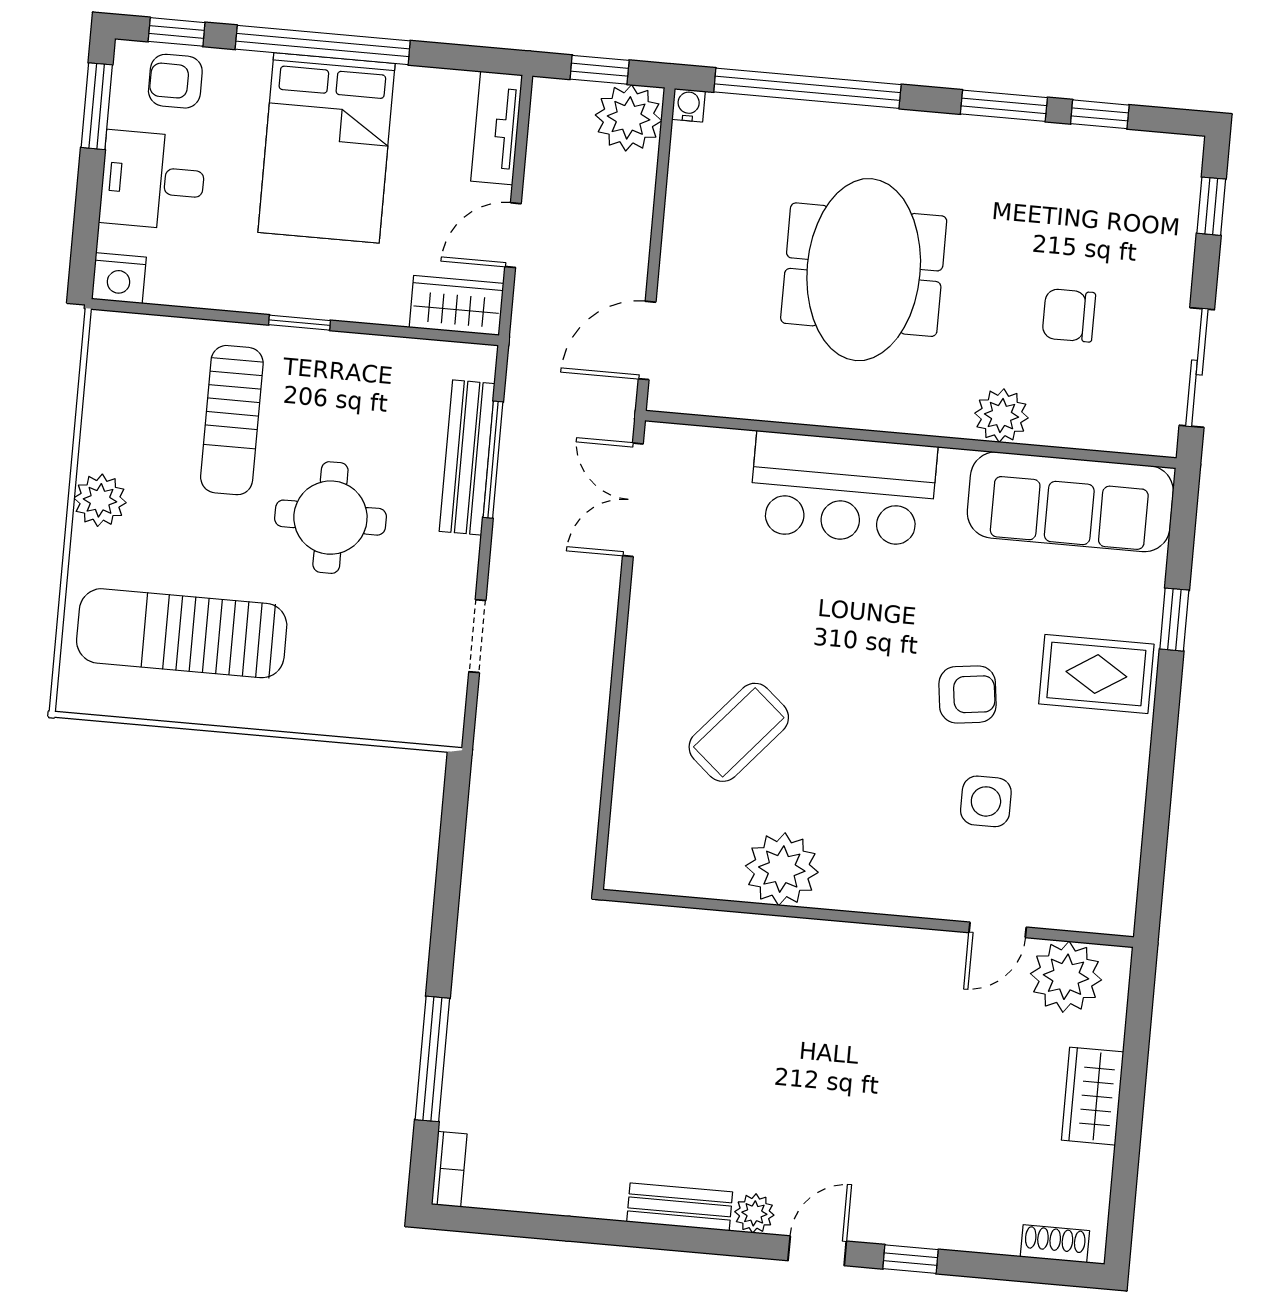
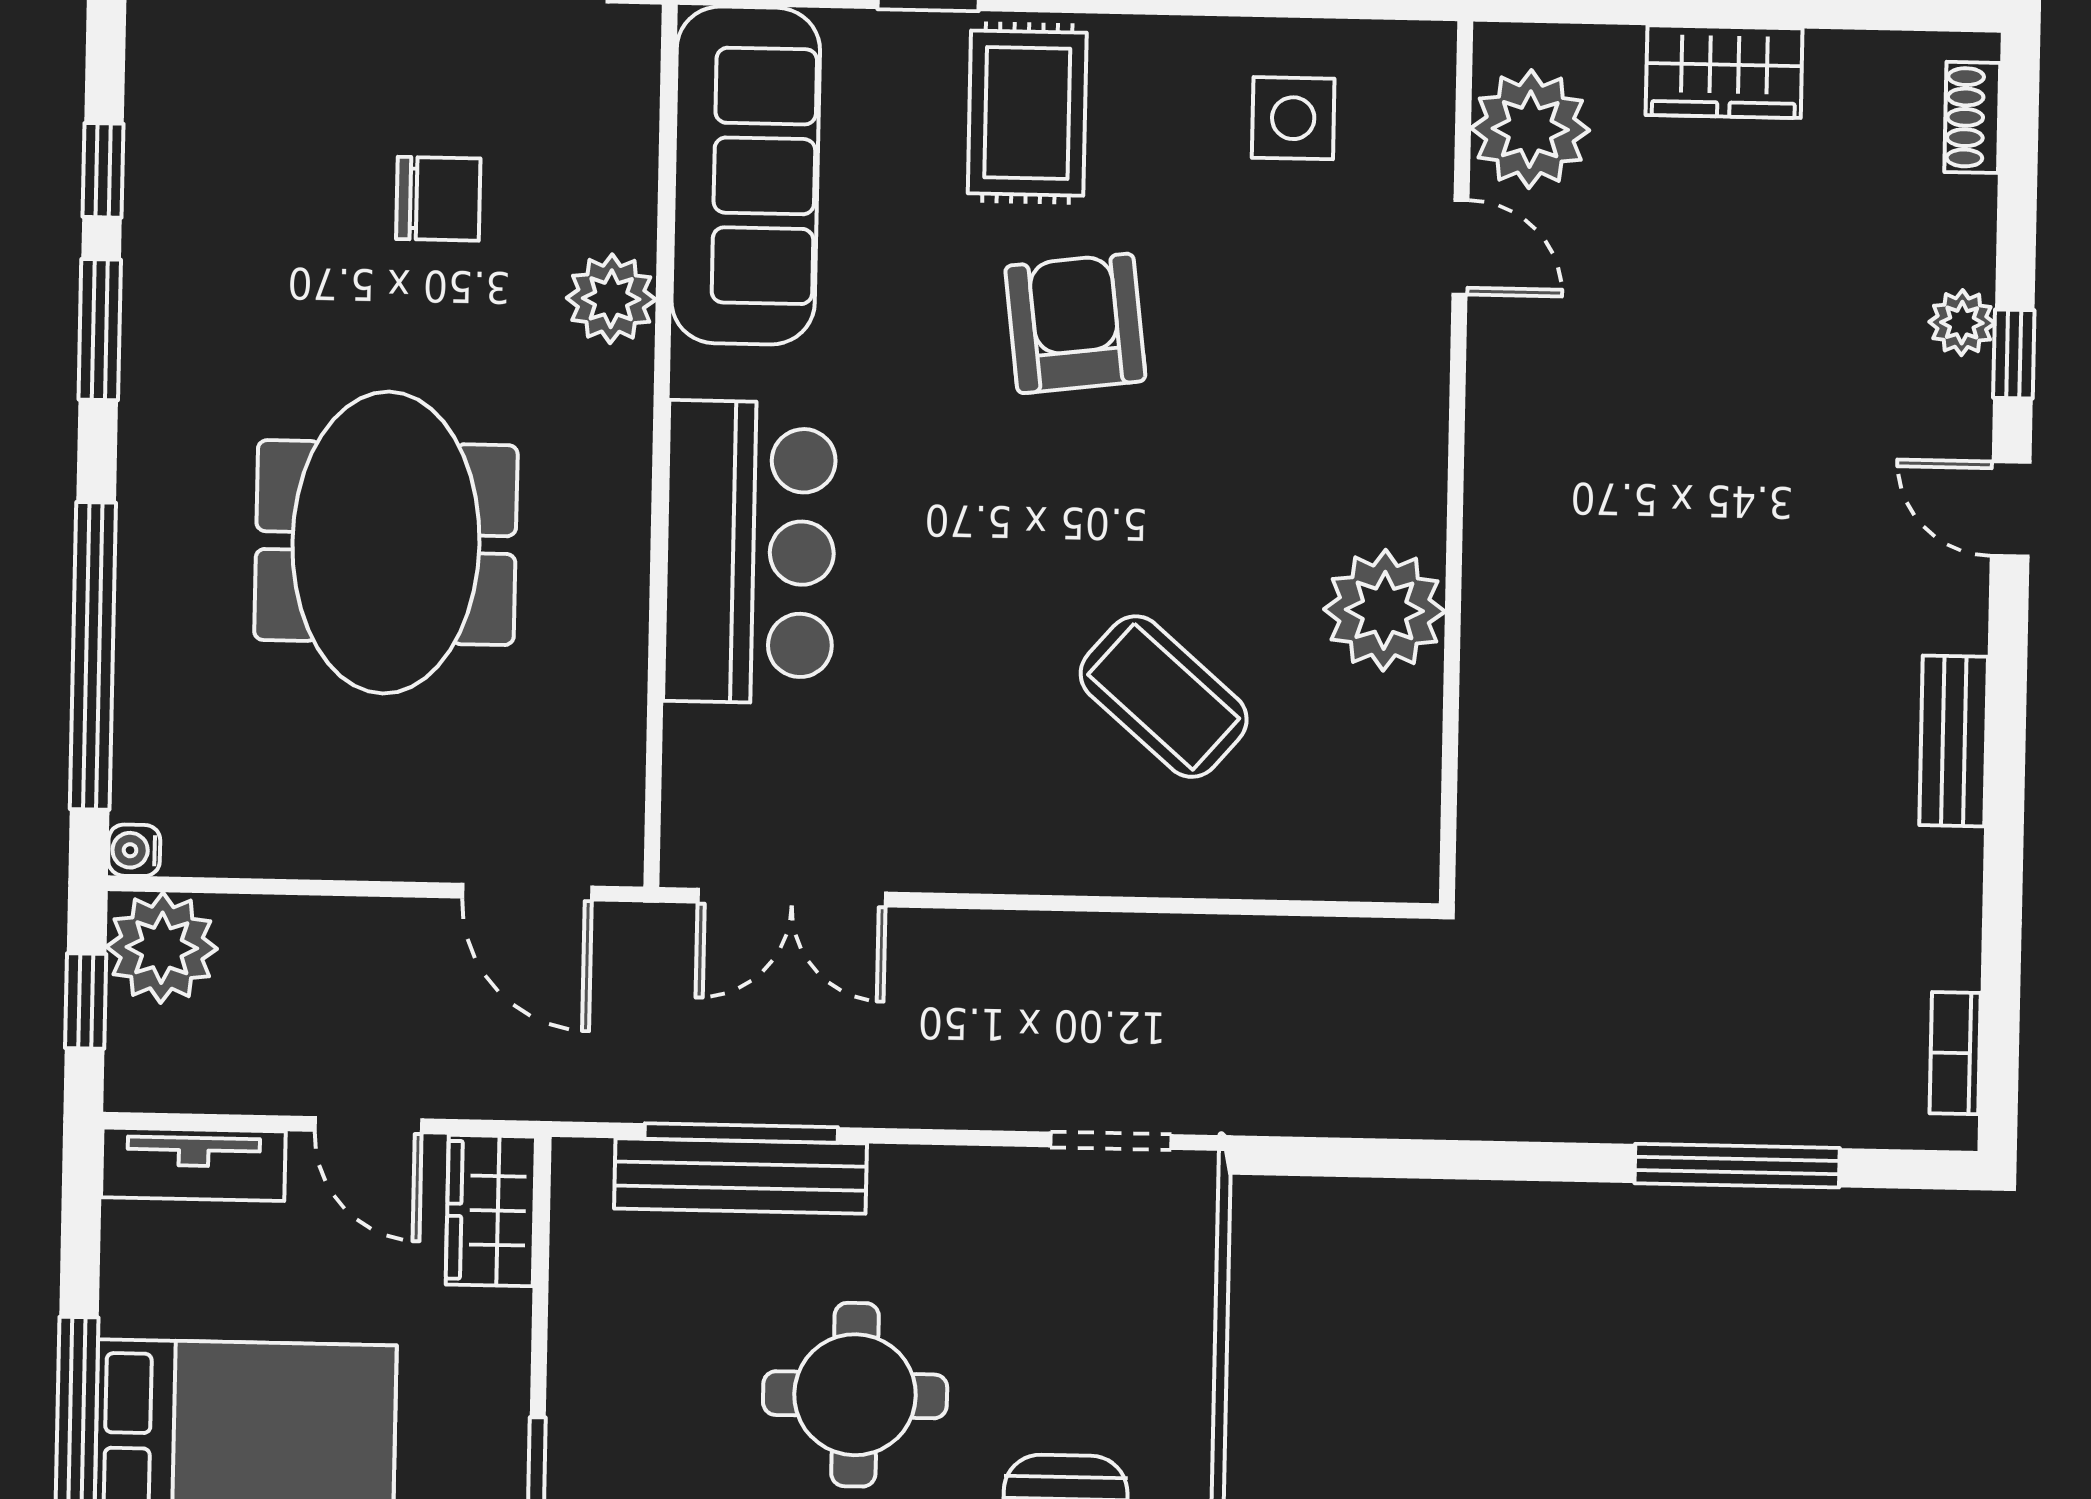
meeting table: (864, 270) -> (386, 543), turned 90
chair: (1069, 315) -> (438, 199), turned -90
doorway: (477, 636) -> (1111, 1141), moved
armchair: (968, 694) -> (1075, 323), width x1.38, depth x1.38
side table: (986, 801) -> (1293, 118), moved
bookcase: (449, 1169) -> (1955, 1053), moved, turned -90
plant: (754, 1213) -> (1962, 323), moved

